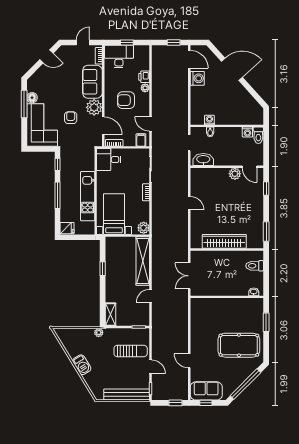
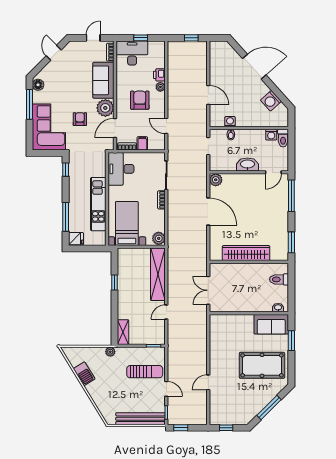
door: (46, 56) -> (54, 53), swing flipped
door: (189, 59) -> (208, 95), moved
washing machine: (197, 78) -> (271, 101), moved, turned 138
floor lamp: (32, 98) -> (38, 85), moved
armchair: (126, 100) -> (140, 100), turned 90
door: (103, 126) -> (115, 128), swing flipped
filing cabinet: (141, 140) -> (142, 143), moved
desk: (109, 160) -> (121, 169), width x1.37
washbasin: (203, 160) -> (247, 164), moved
door: (249, 167) -> (273, 172), hinge flipped
plant: (235, 174) -> (216, 180), moved
window: (266, 188) -> (291, 196), width x2.17
window: (57, 195) -> (66, 217), moved
door: (189, 203) -> (208, 212), width x1.88
door: (189, 361) -> (208, 382), hinge flipped
barbecue: (82, 365) -> (84, 374), moved
window: (245, 384) -> (269, 408), width x0.68
sofa: (206, 391) -> (271, 324), moved, turned 180
window: (175, 403) -> (181, 428), moved

